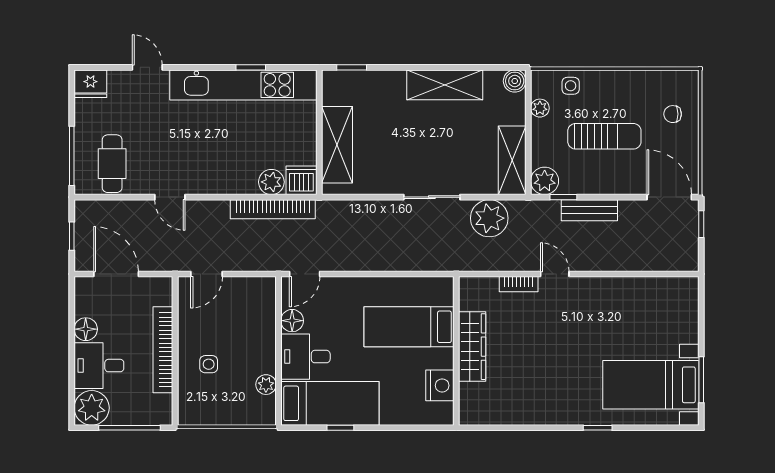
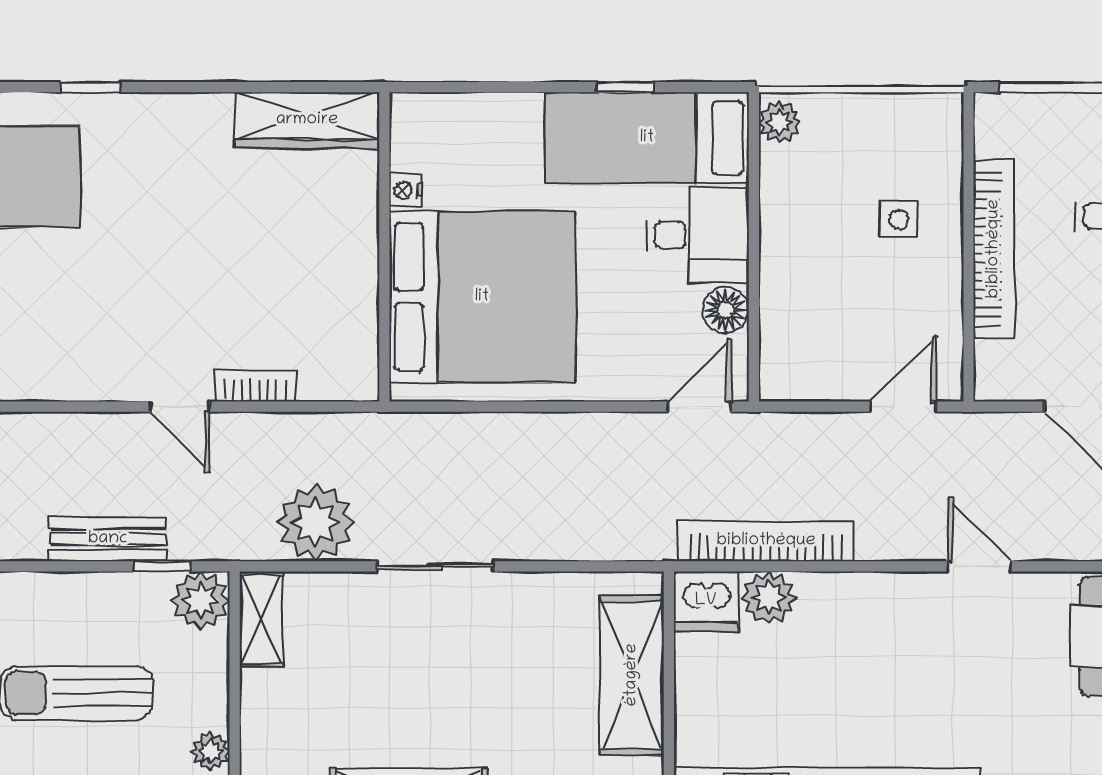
shelving: (512, 160) -> (261, 619), width x0.67, depth x0.75
bed: (409, 327) -> (482, 297), width x2.04
wardrobe: (472, 347) -> (307, 120), moved, turned -90
plant: (266, 385) -> (780, 122), moved
nightstand: (440, 385) -> (406, 190), width x0.53, depth x0.56

